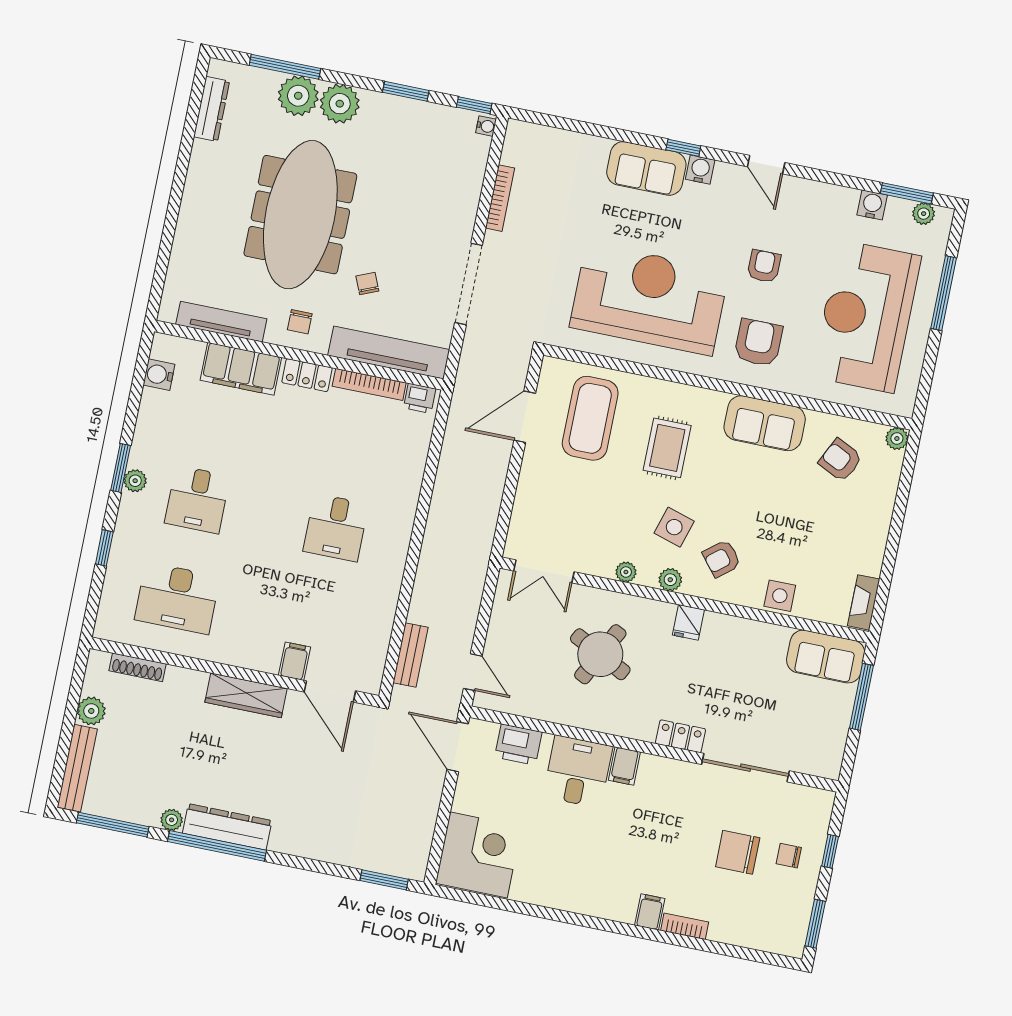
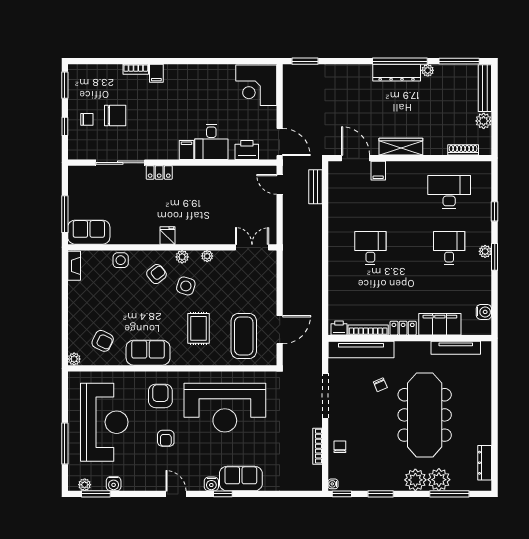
chair: (300, 322) -> (340, 447), moved
armchair: (758, 343) -> (160, 396), turned 180
round table: (600, 654) -> (212, 208), removed

